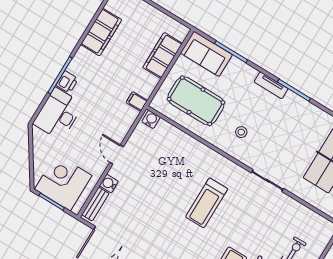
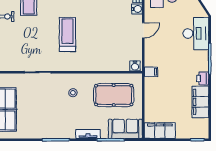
filing cabinet: (163, 55) -> (160, 131), moved, turned -90
printer: (67, 82) -> (203, 78), moved
tv unit: (271, 85) -> (88, 134), moved
door: (117, 155) -> (143, 30), hinge flipped

